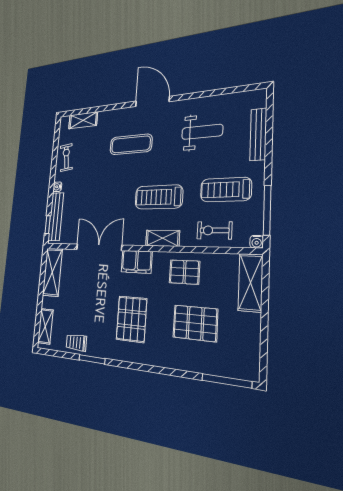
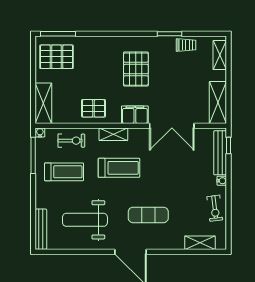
weight bench: (202, 132) -> (85, 220), width x1.36, depth x1.33
bench: (258, 134) -> (41, 229), moved
pallet: (195, 323) -> (57, 57), moved

